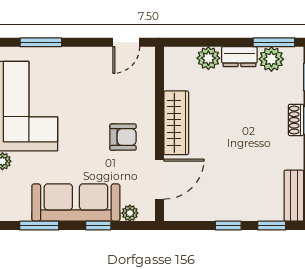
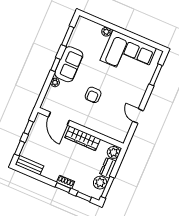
wardrobe: (176, 123) -> (83, 138), moved
wall: (160, 134) -> (81, 128), moved
door: (160, 179) -> (59, 119), moved
sofa: (76, 202) -> (69, 64), width x0.73

